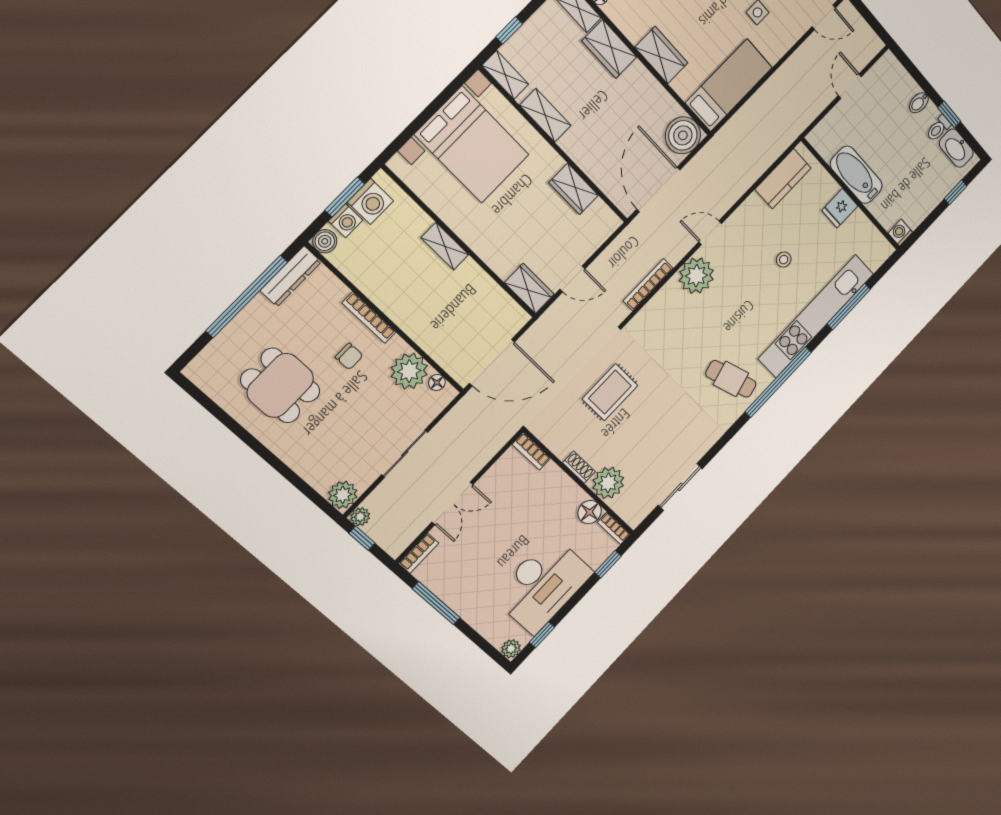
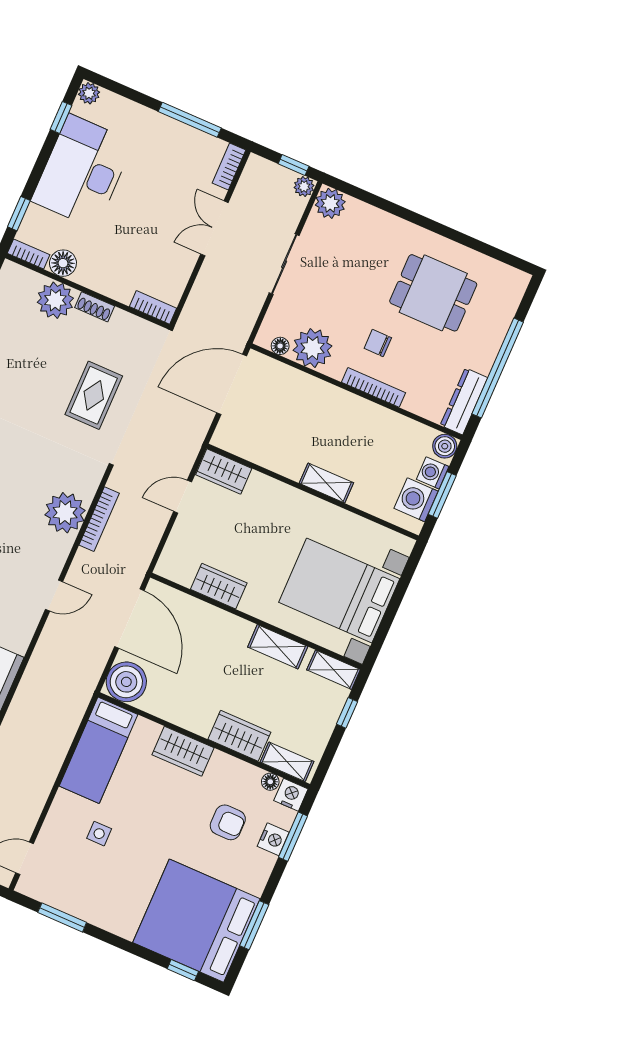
plant: (696, 276) -> (65, 513), moved

